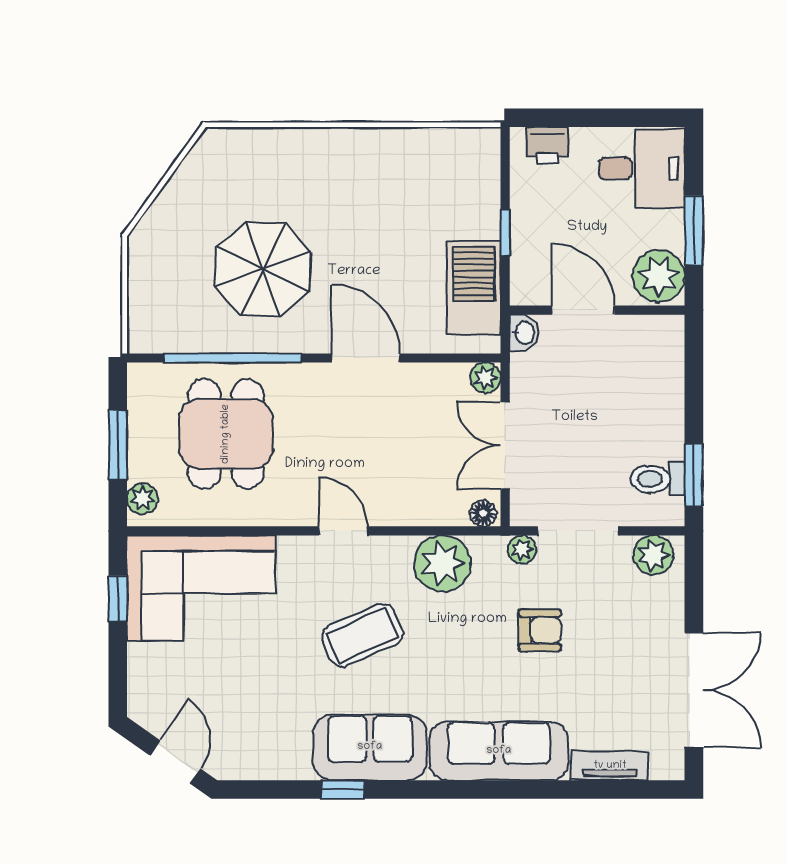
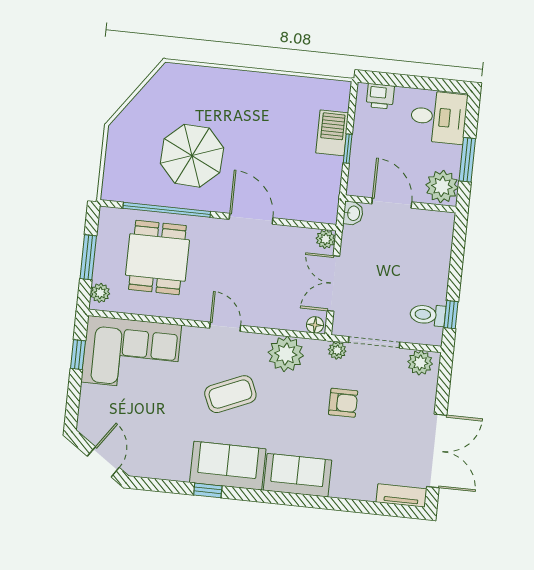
barbecue: (474, 288) -> (332, 133), moved, width x0.73, depth x0.83
window: (694, 475) -> (451, 315), width x0.67
sofa: (499, 751) -> (298, 475), width x0.73
tv unit: (610, 766) -> (401, 496), moved

